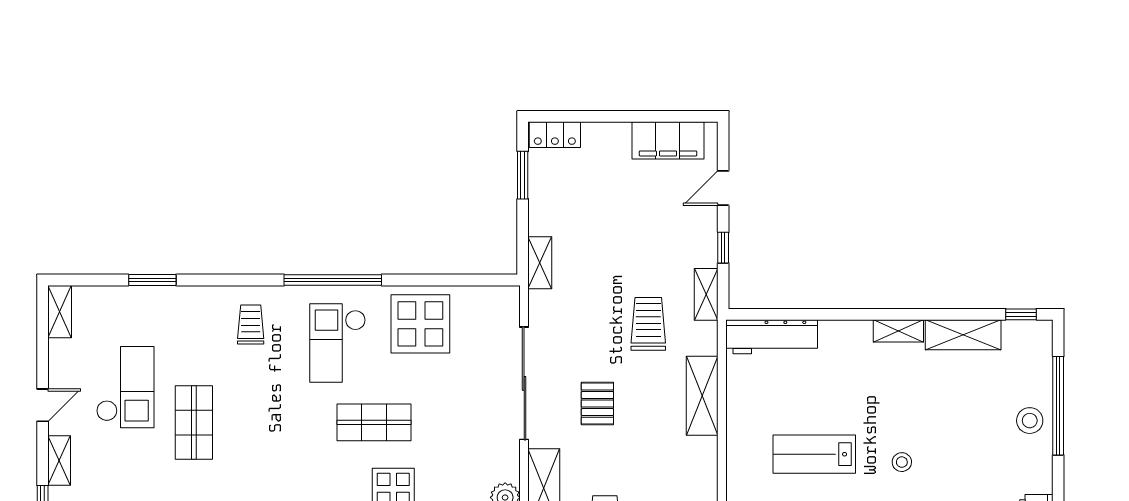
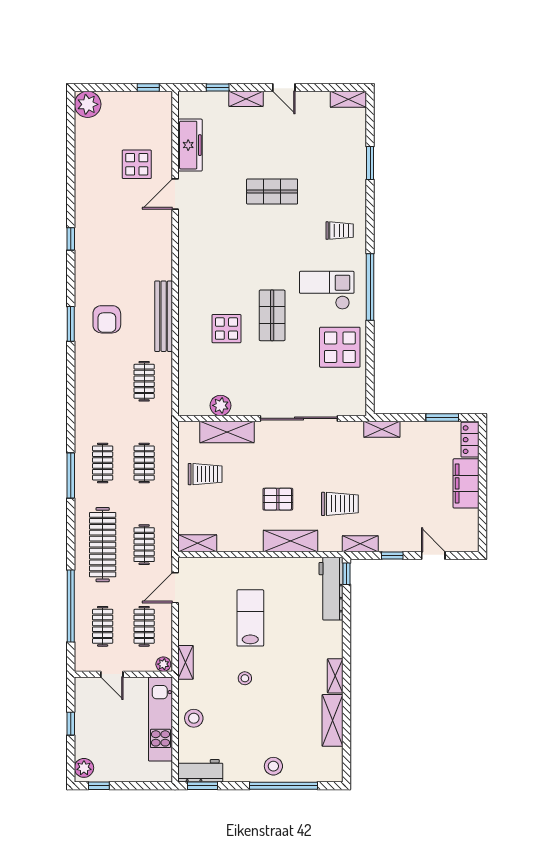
filing cabinet: (668, 140) -> (466, 483), moved
window: (1021, 314) -> (346, 574), moved
checkout: (125, 387) -> (296, 144), removed
pallet: (597, 404) -> (278, 499), moved

